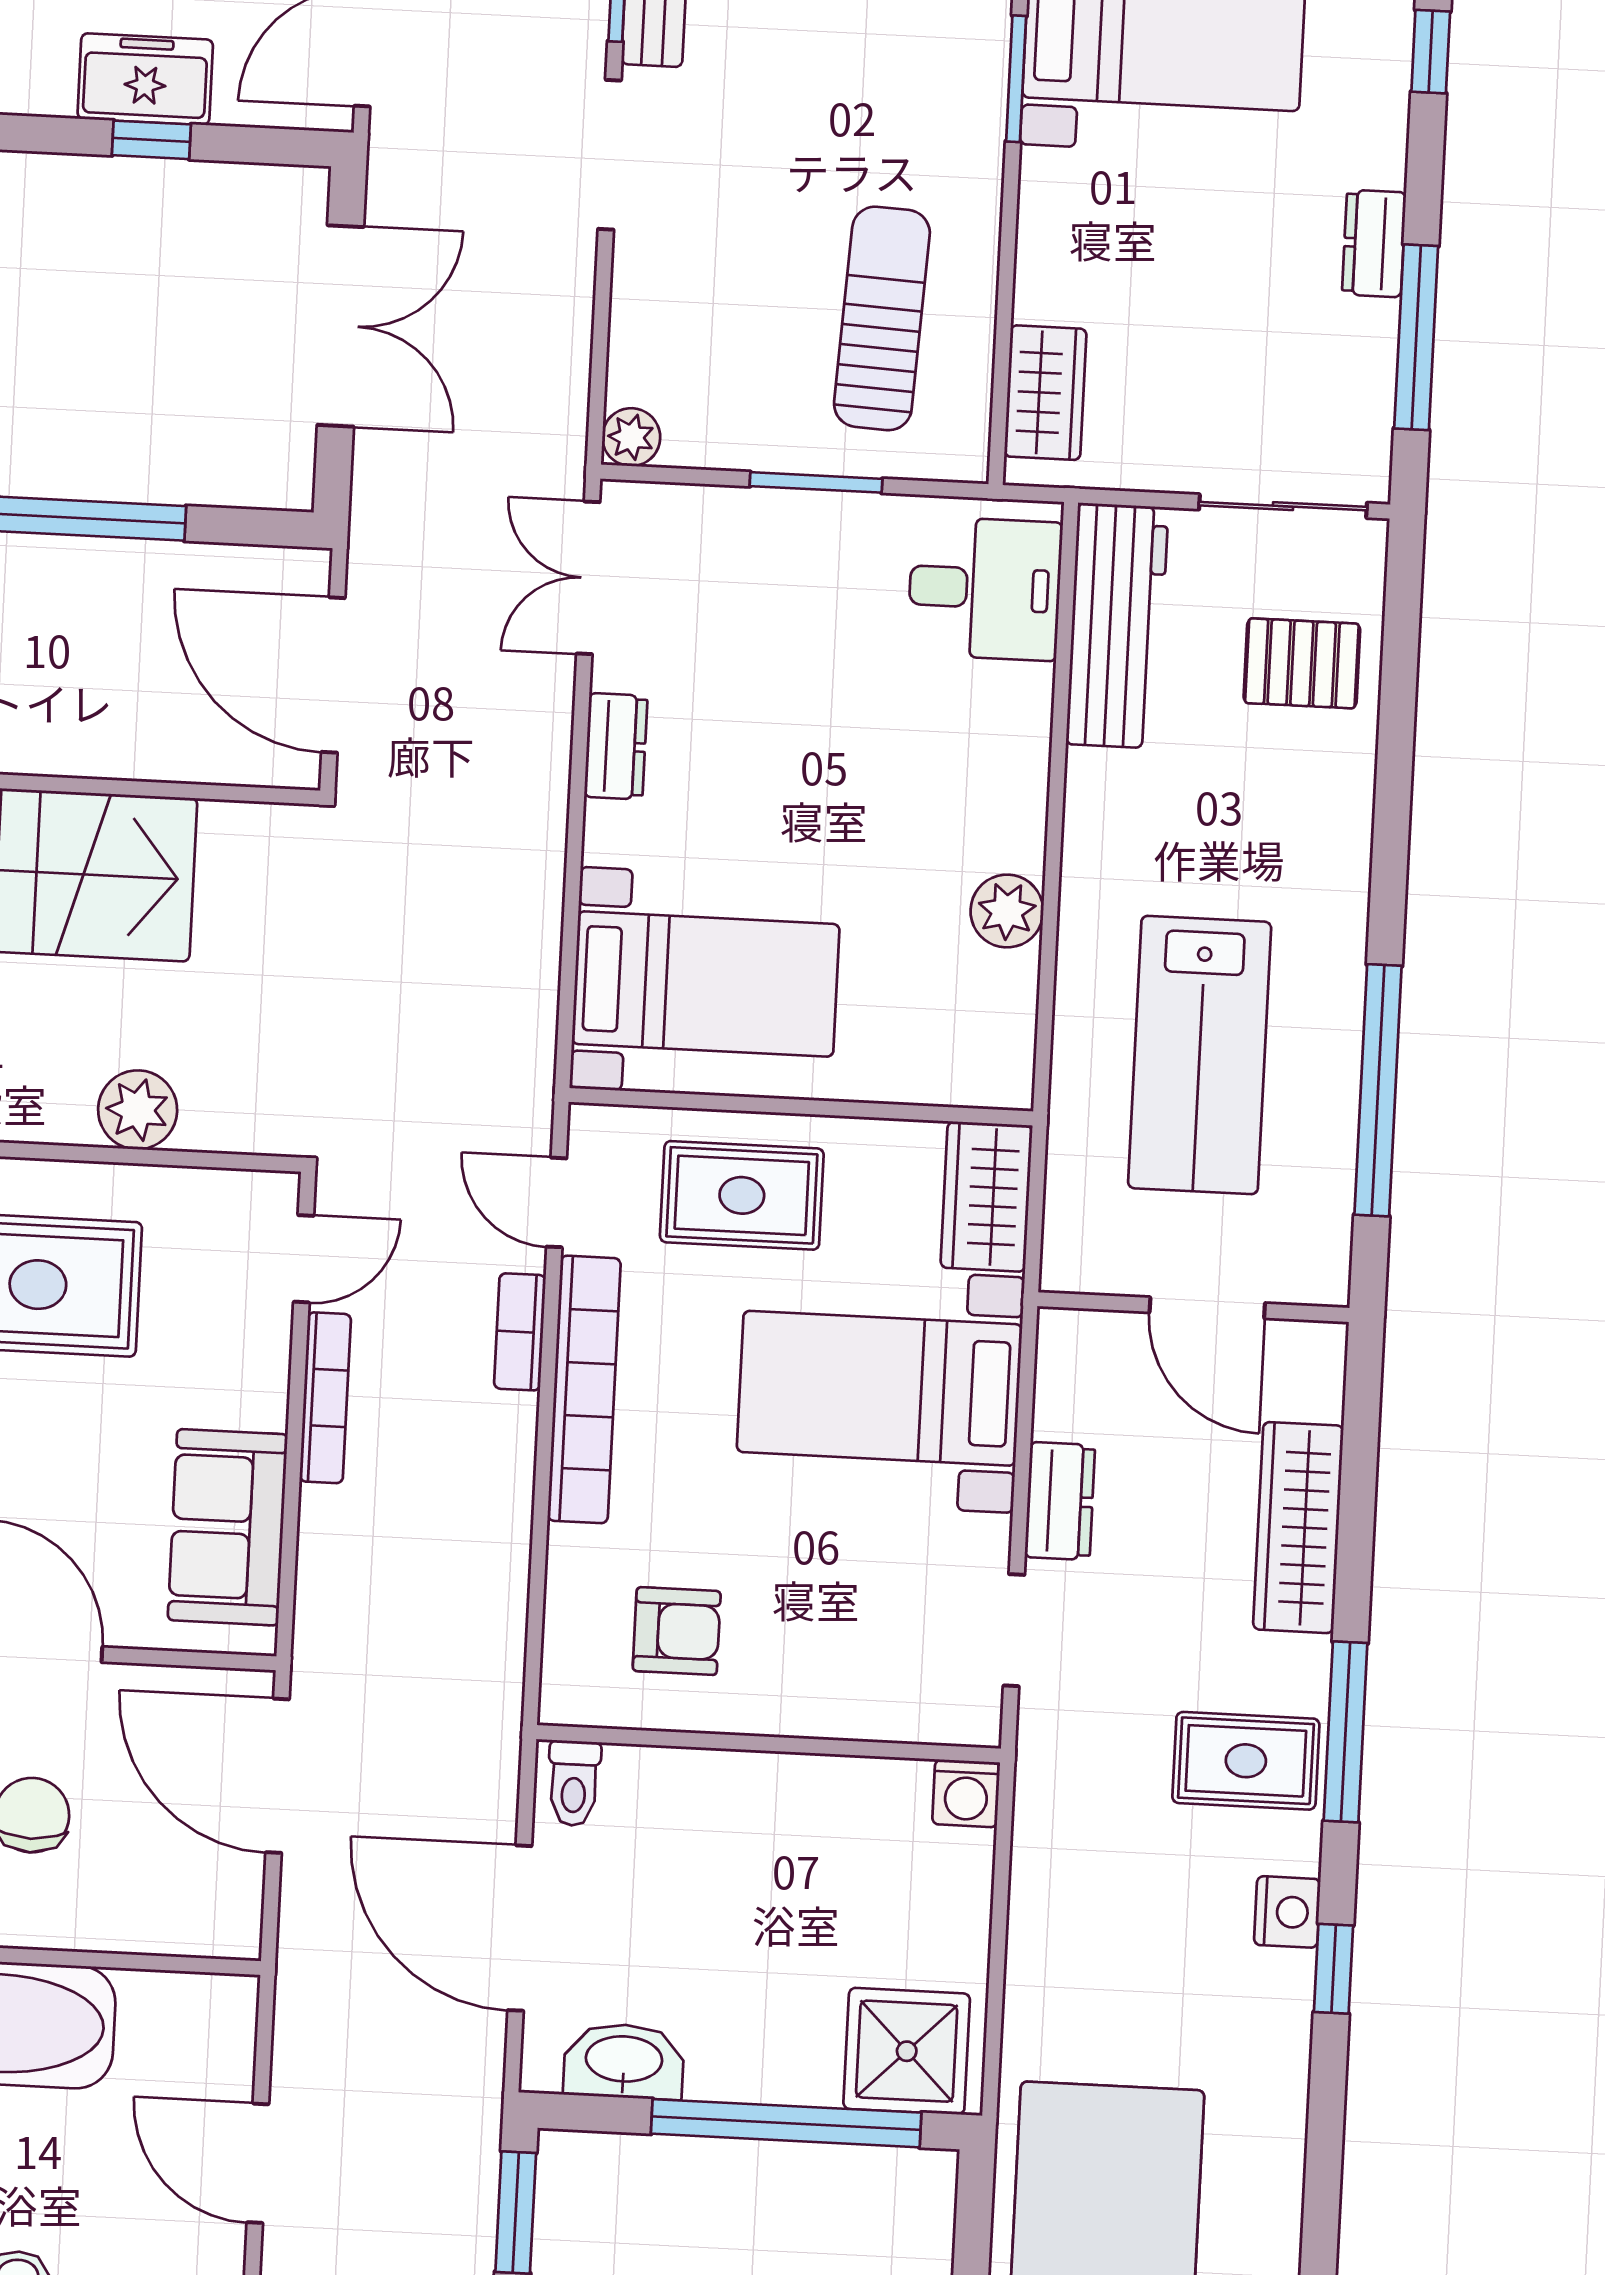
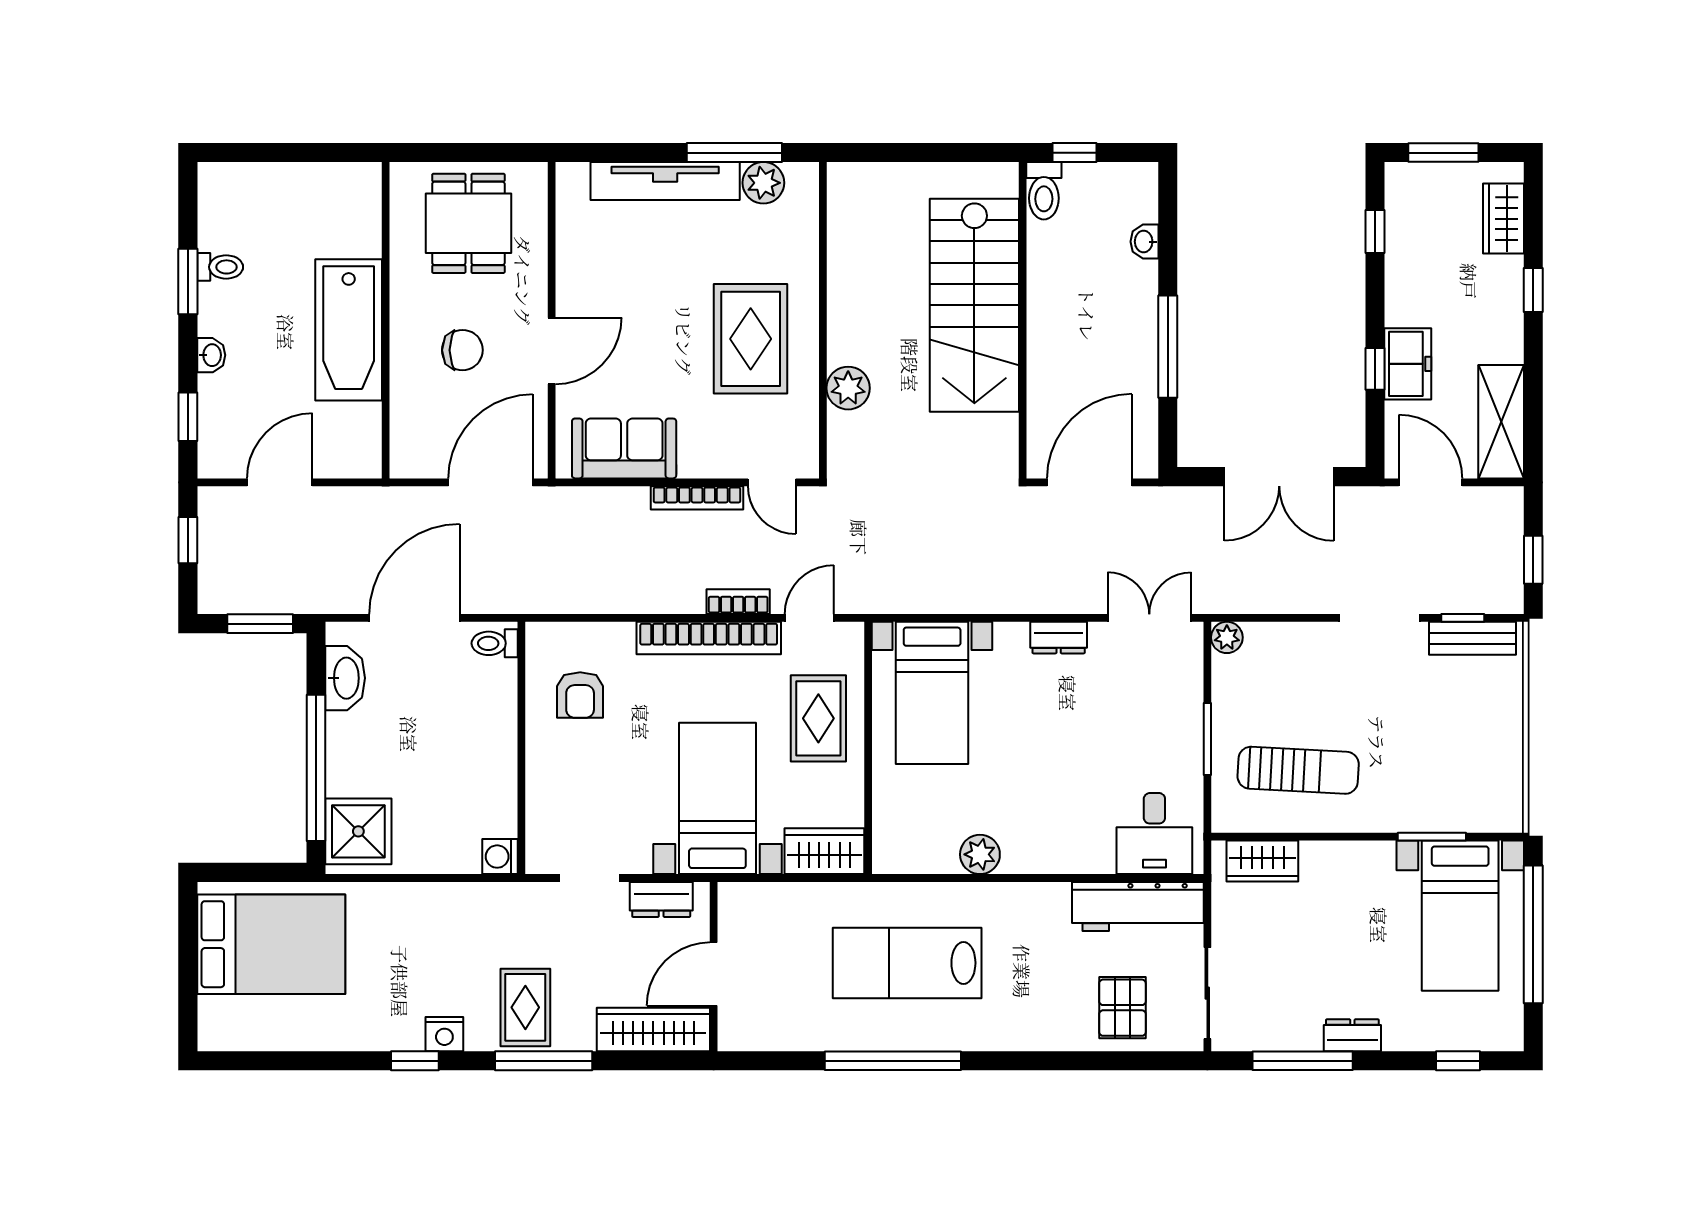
wall: (1193, 1307) -> (714, 967), moved
door: (1207, 1308) -> (714, 974), moved

